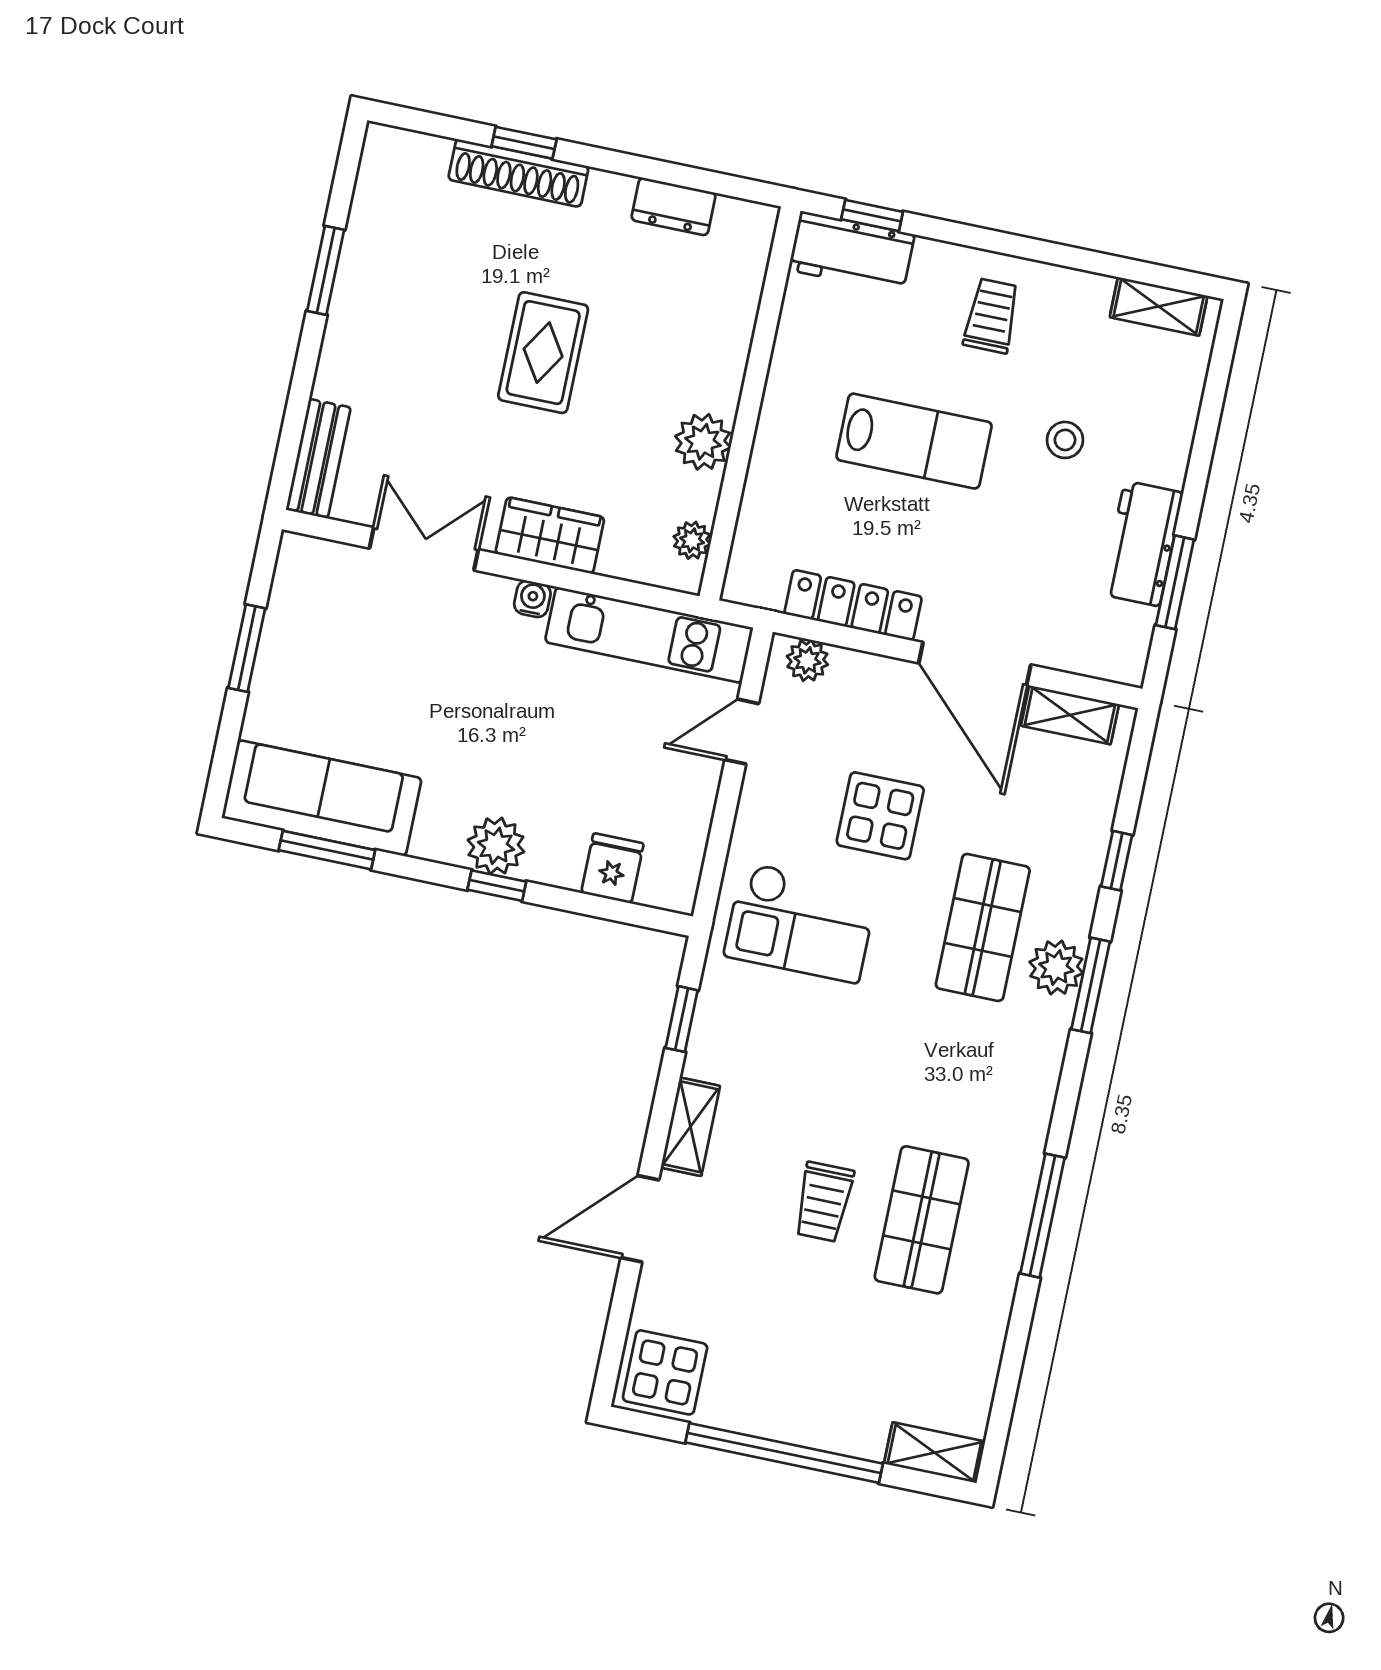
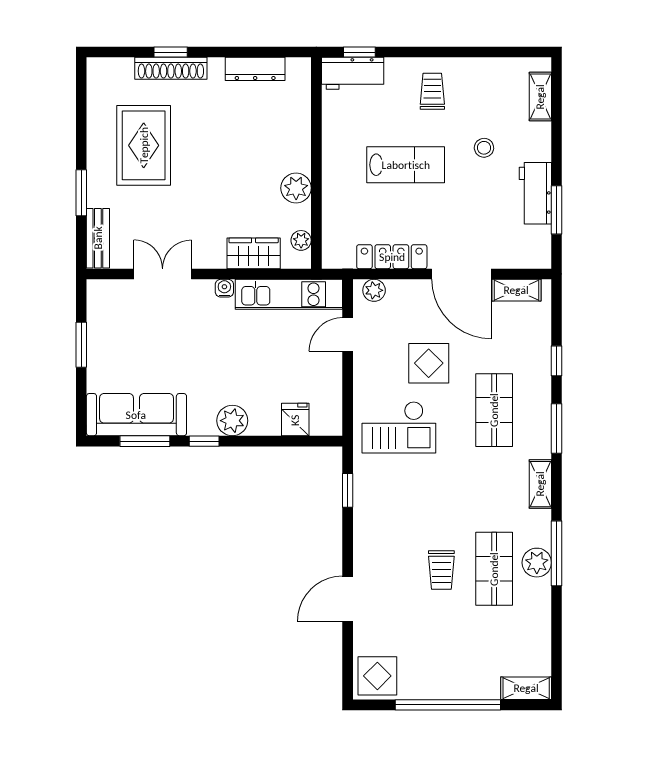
dresser: (673, 206) -> (255, 69), width x1.44
window: (326, 270) -> (81, 193), moved
shelving: (1159, 306) -> (540, 97), moved, turned 90
rug: (543, 353) -> (144, 145), moved, width x1.36, depth x1.43
wardrobe: (550, 535) -> (254, 253), moved
window: (497, 886) -> (204, 441), moved
plant: (1056, 967) -> (537, 563), moved
shelving: (690, 1127) -> (540, 484), moved

